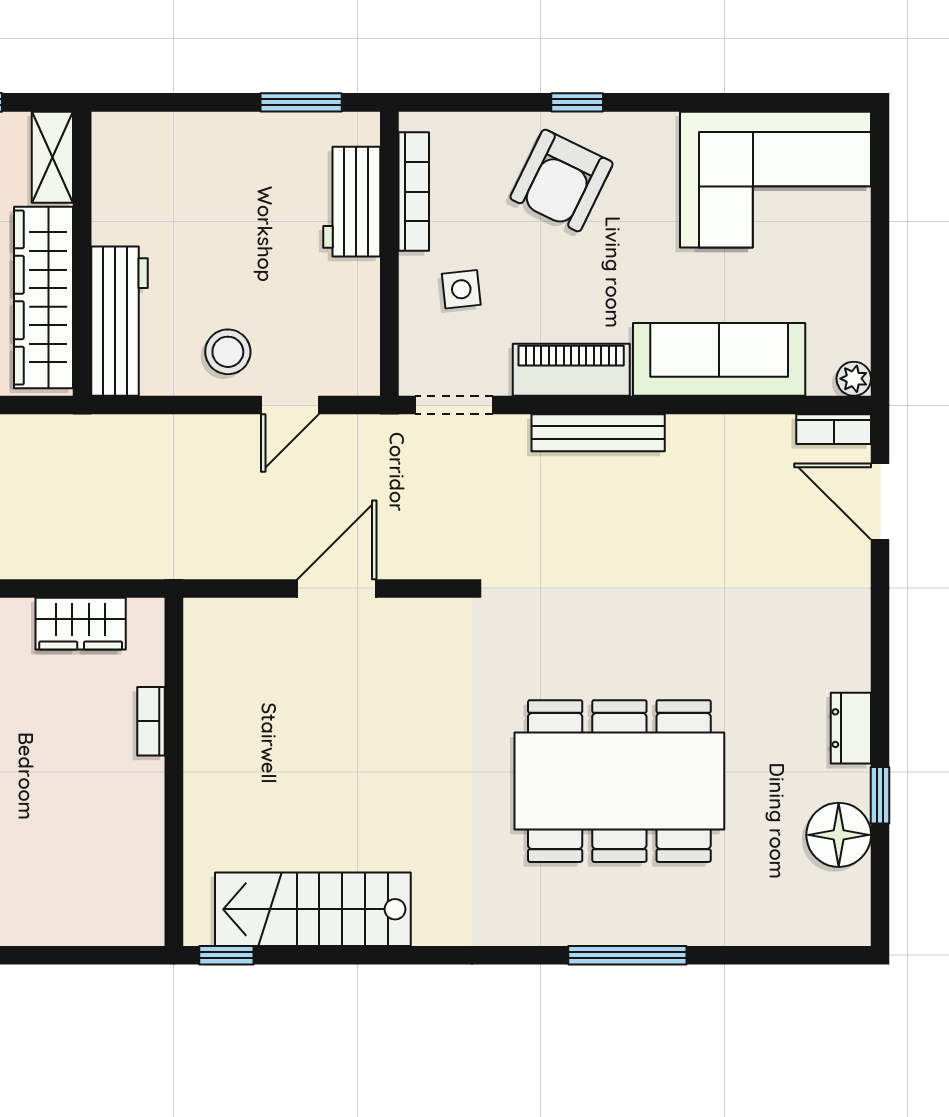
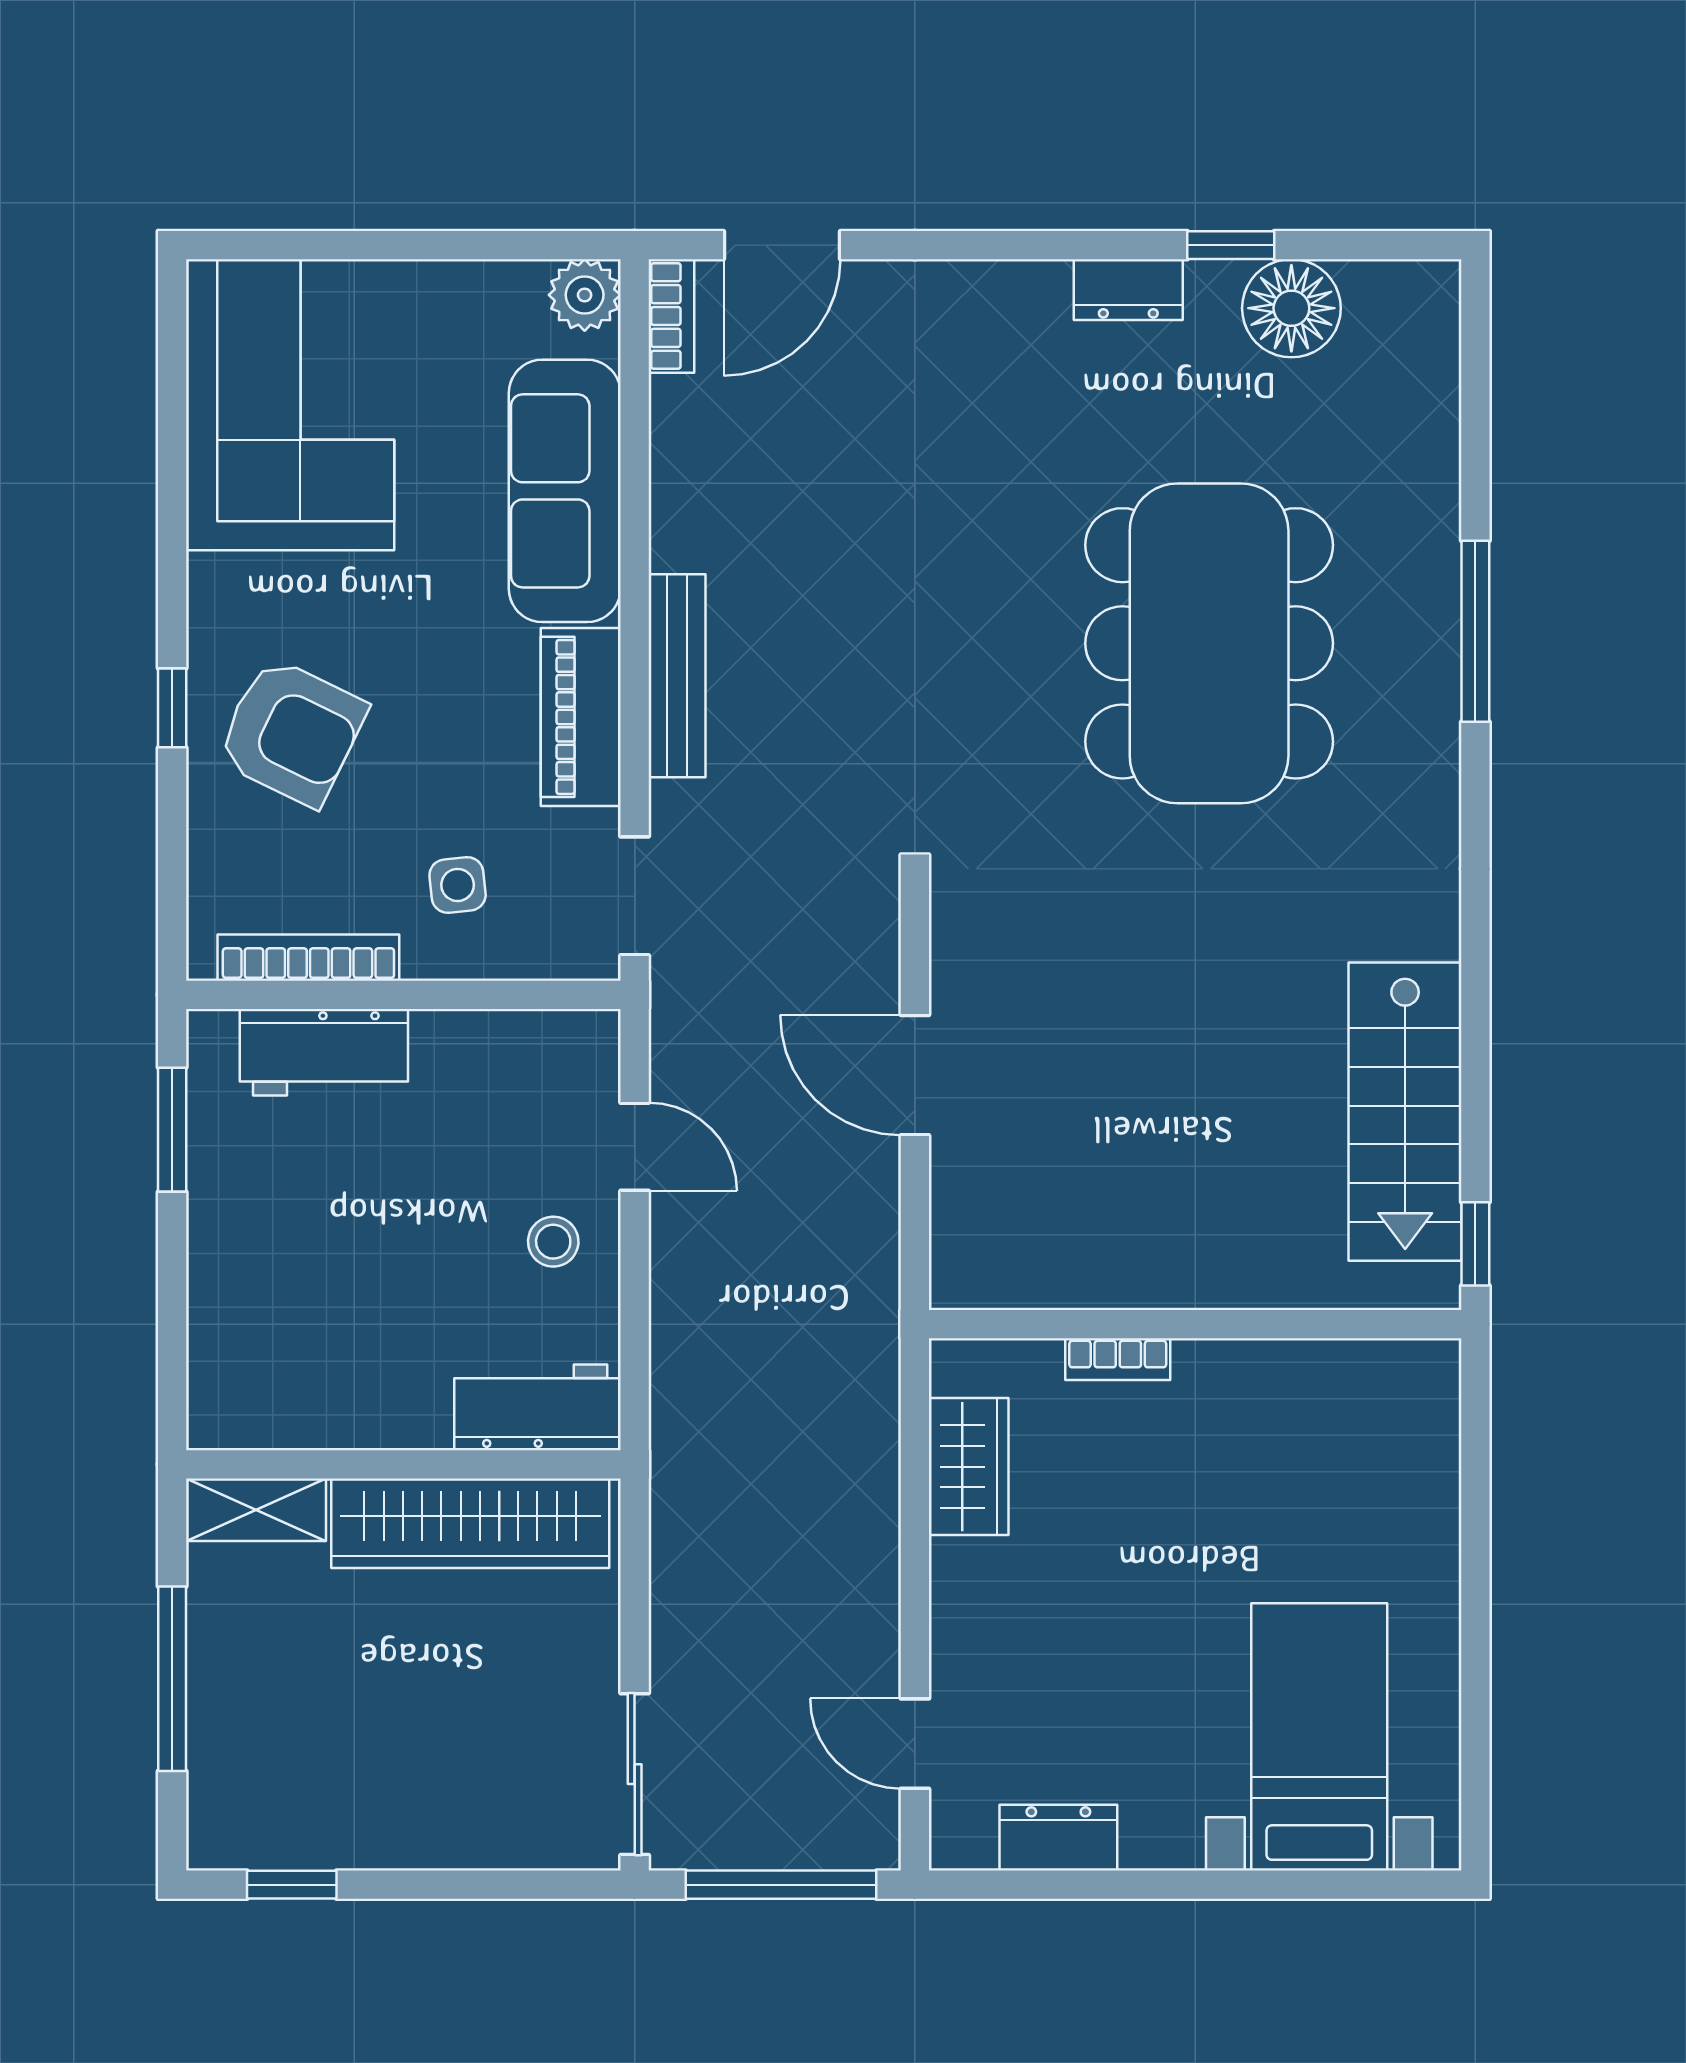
workbench: (119, 321) -> (537, 1407), width x0.73
stool: (228, 352) -> (553, 1242), width x0.73, depth x0.73
plant: (854, 379) -> (585, 295), width x1.38, depth x1.38

